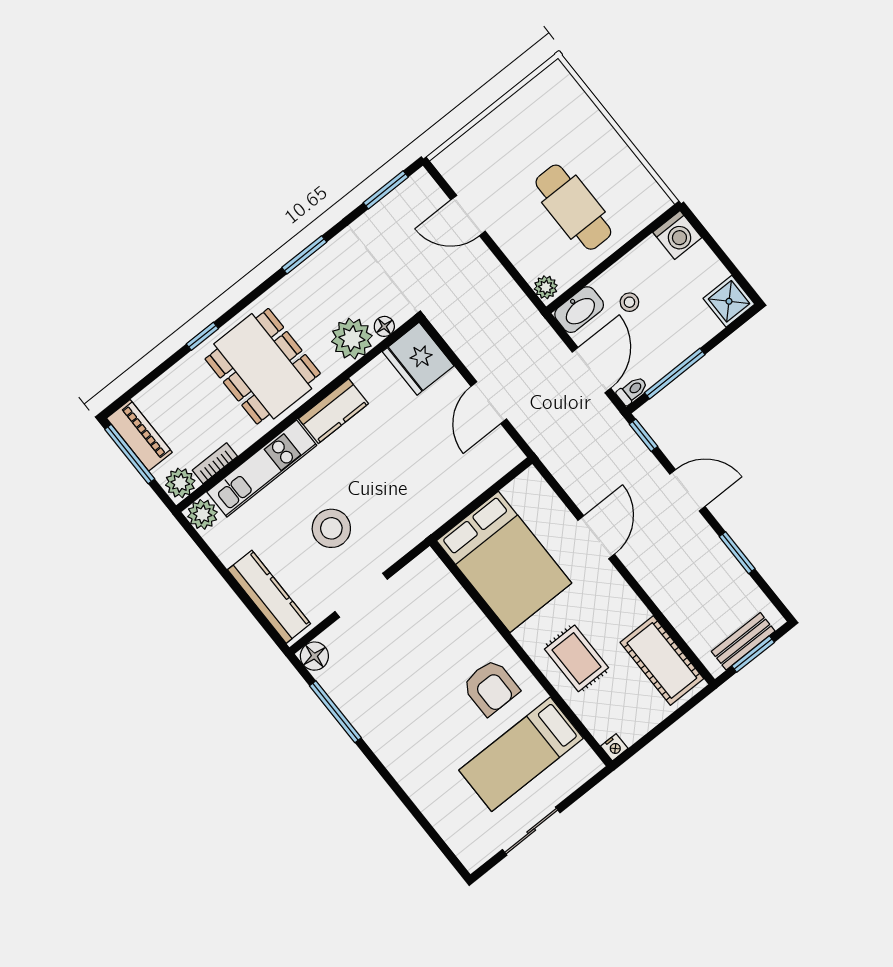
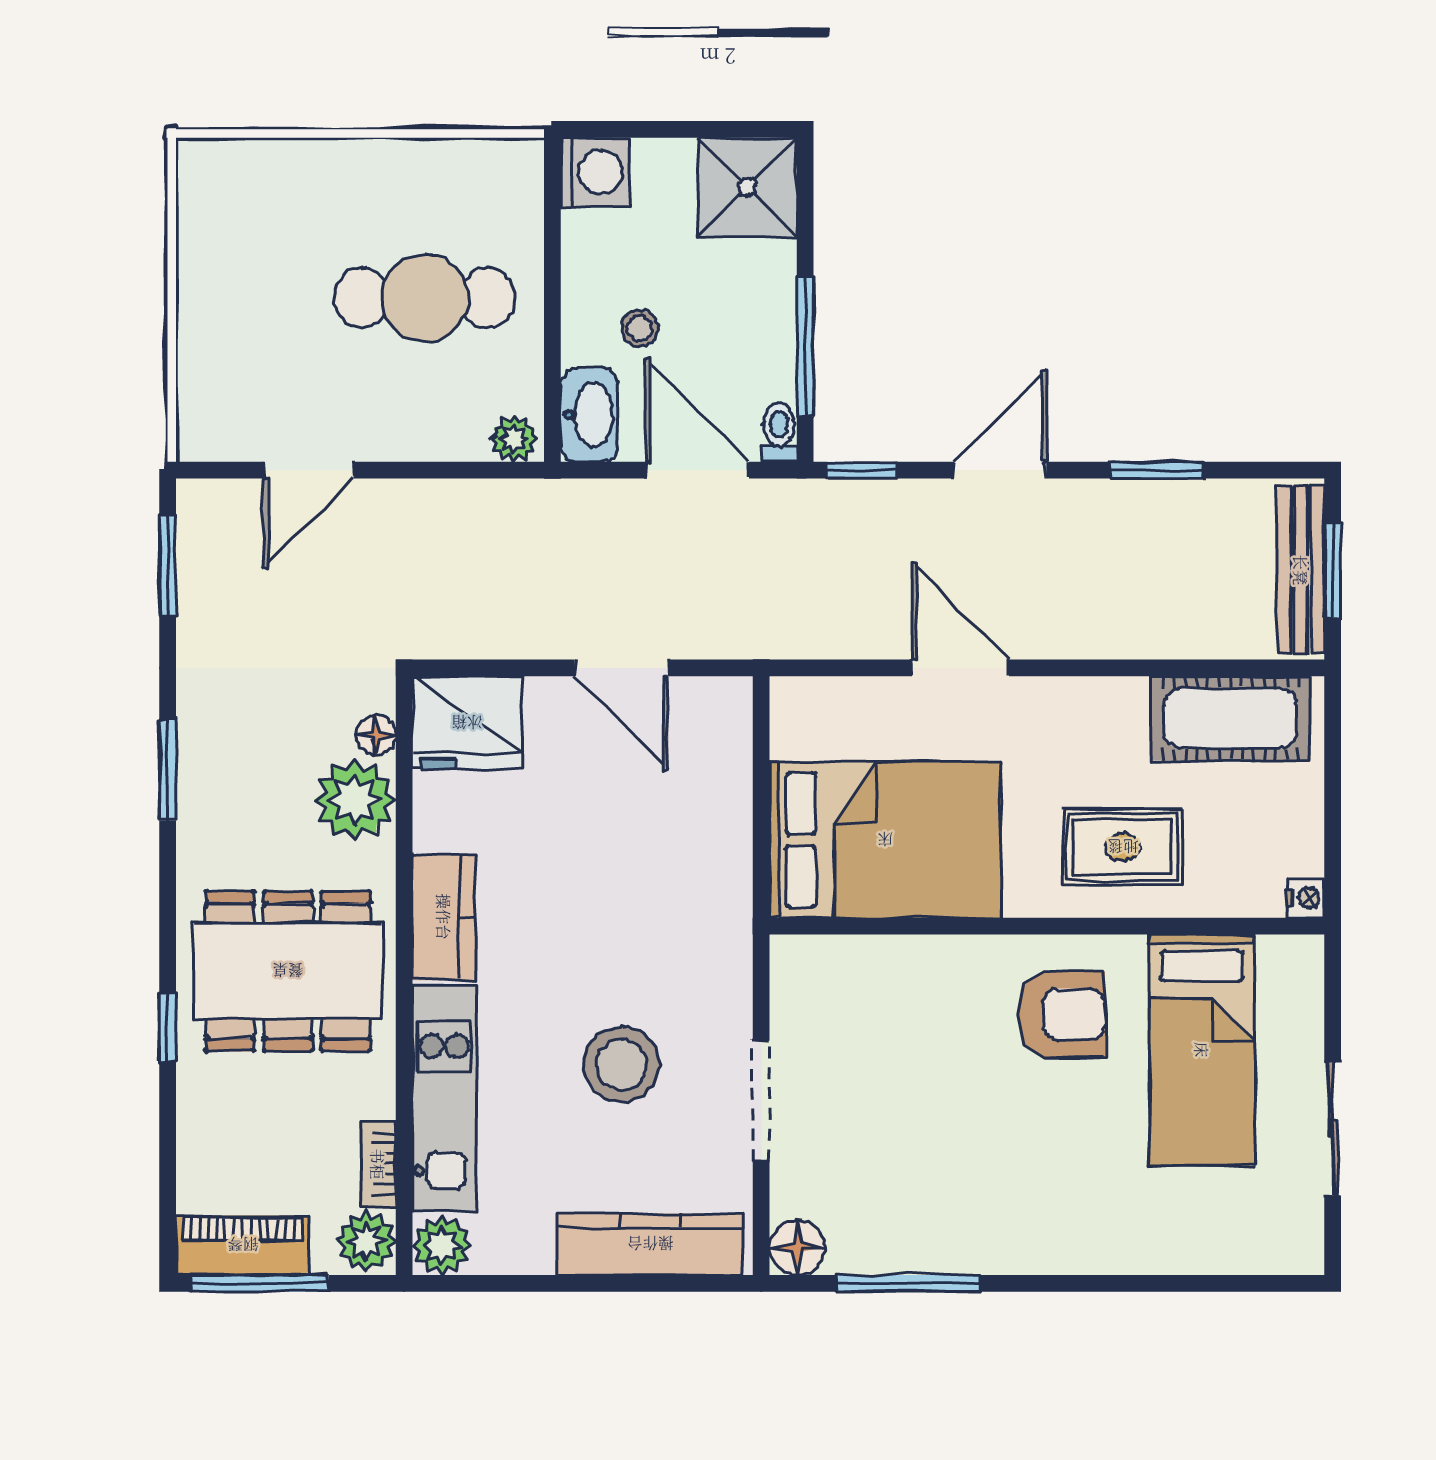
shower: (729, 301) -> (747, 187), width x1.36, depth x1.36
bench: (743, 641) -> (1301, 570), width x1.36

